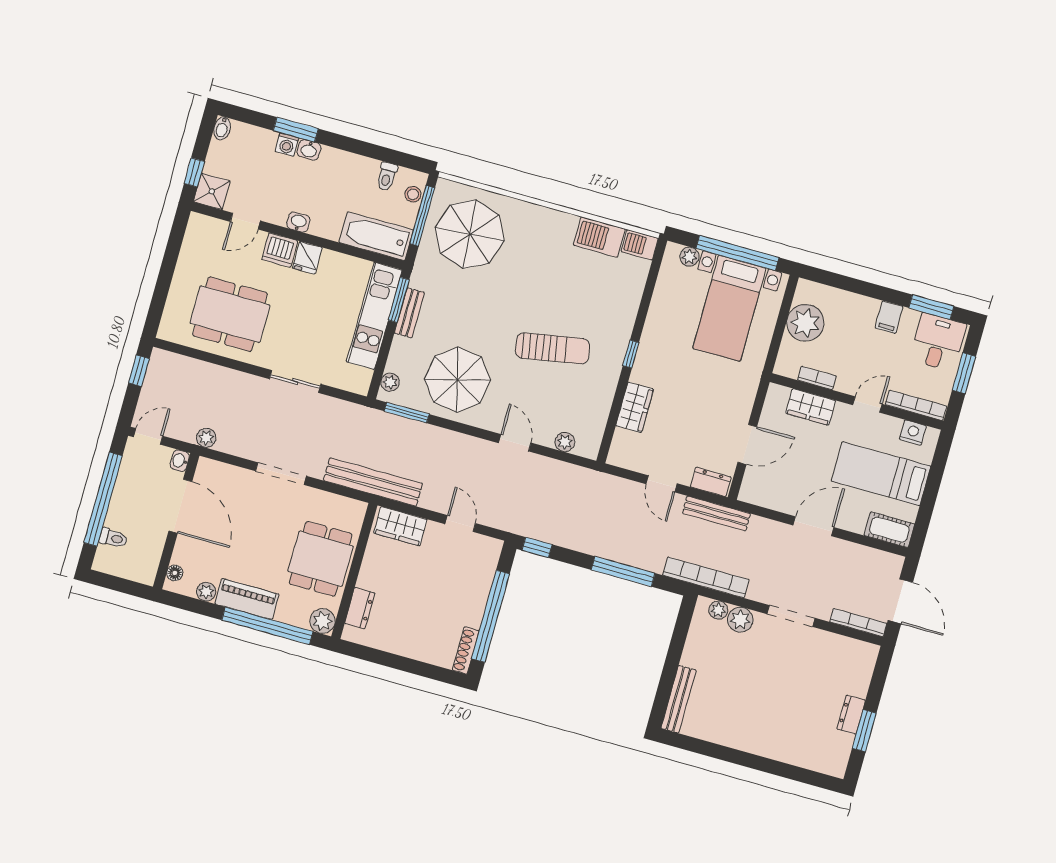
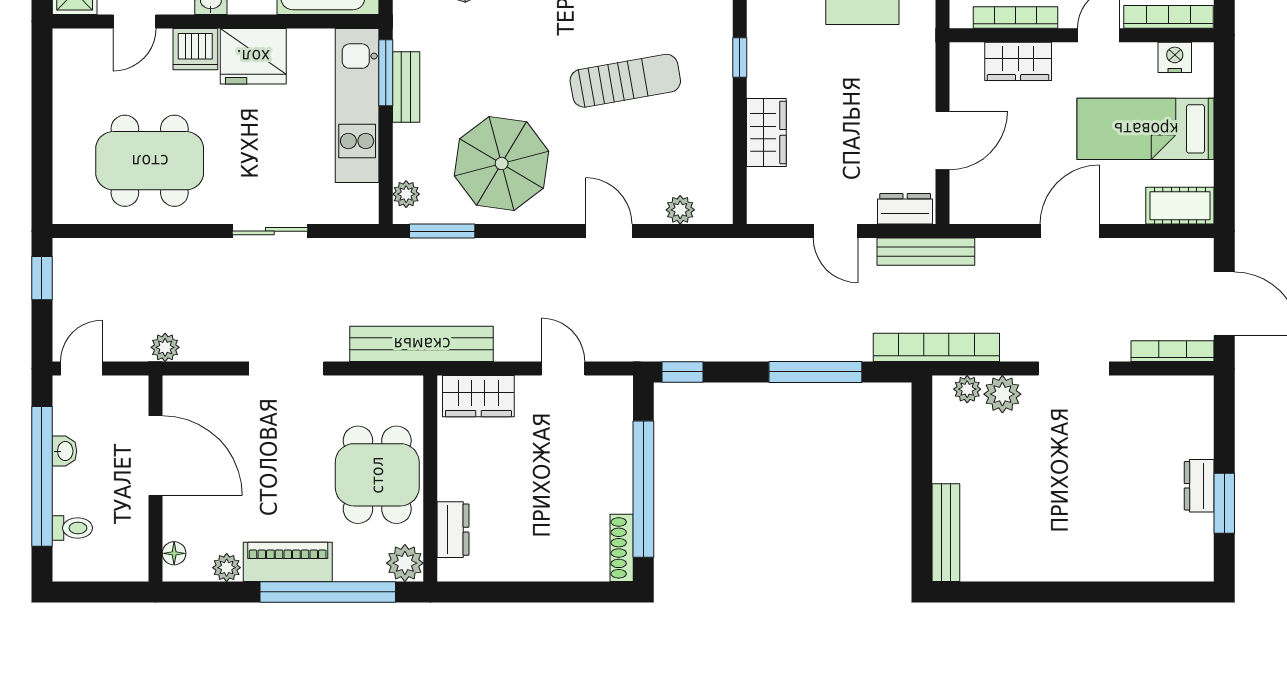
fridge: (307, 258) -> (253, 56), width x1.88, depth x1.34
bookcase: (817, 378) -> (1016, 17), width x1.56
washbasin: (180, 461) -> (65, 451), moved, turned 180

